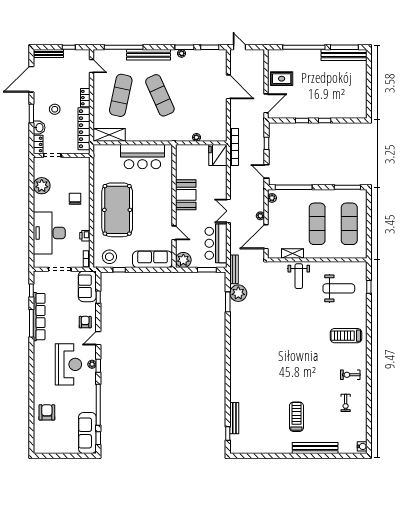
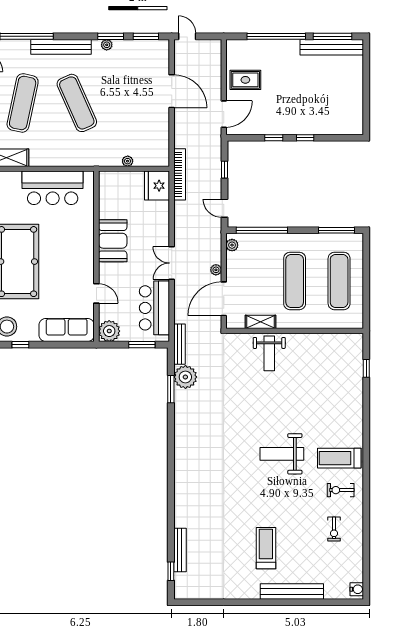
weight bench: (339, 288) -> (282, 454), moved, turned 180
treadmill: (346, 336) -> (339, 458), moved

